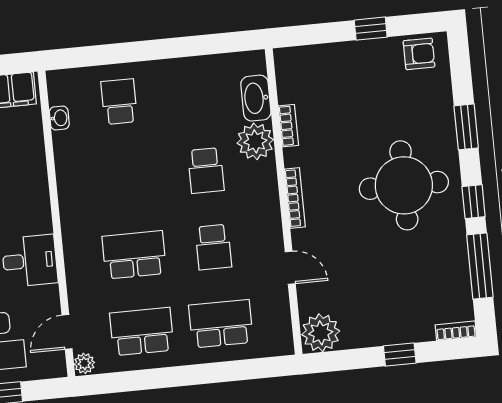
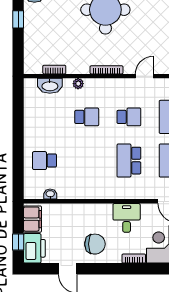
bookcase: (288, 126) -> (54, 70), moved
plant: (255, 141) -> (78, 84), width x0.53, depth x0.53

